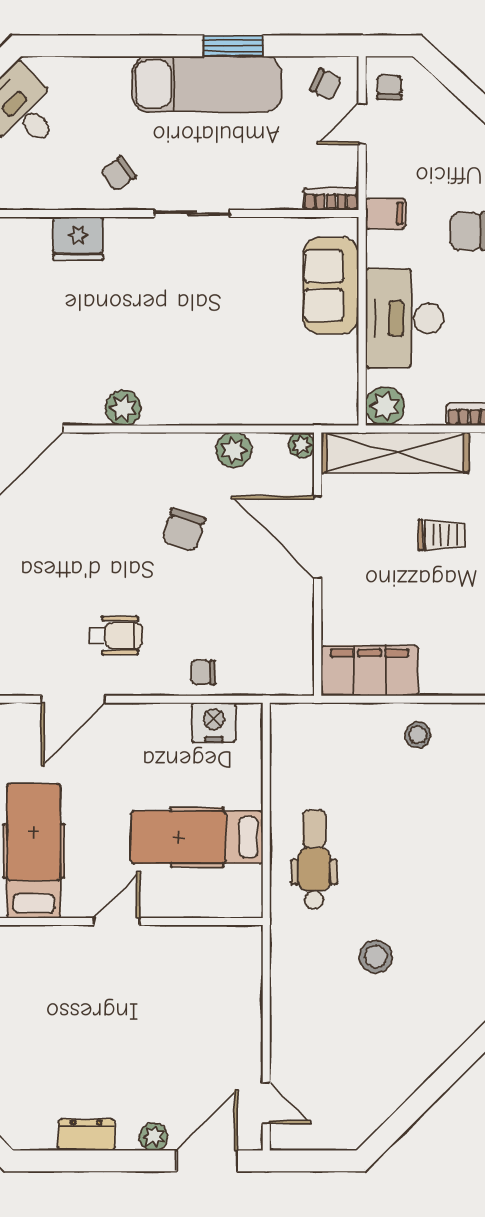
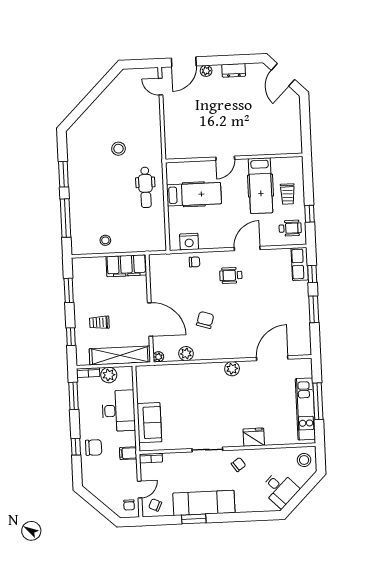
plant: (385, 406) -> (109, 375), moved

